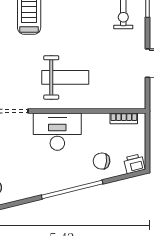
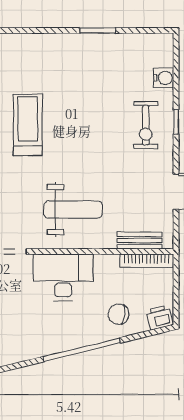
bench: (118, 102) -> (140, 240), added
bookcase: (124, 118) -> (146, 261), width x1.56

